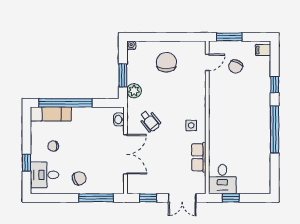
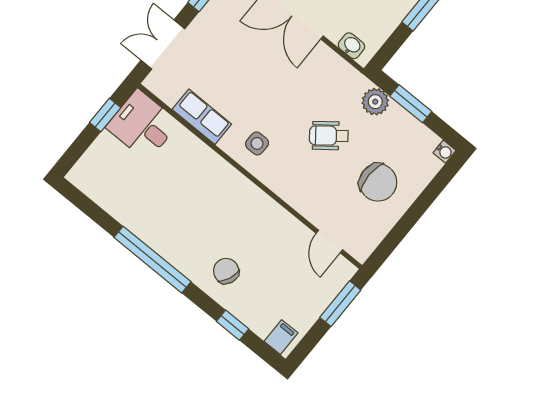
chair: (236, 66) -> (226, 271), moved
window: (275, 85) -> (233, 325), moved
wheelchair: (150, 121) -> (329, 136), moved

